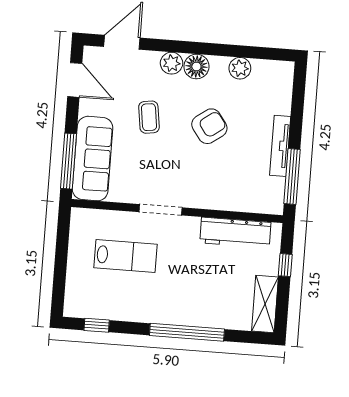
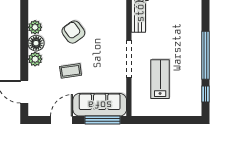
plant: (240, 68) -> (35, 27), moved
door: (75, 80) -> (62, 120), moved
doorway: (160, 210) -> (129, 59), width x1.36
window: (187, 332) -> (206, 55), moved

